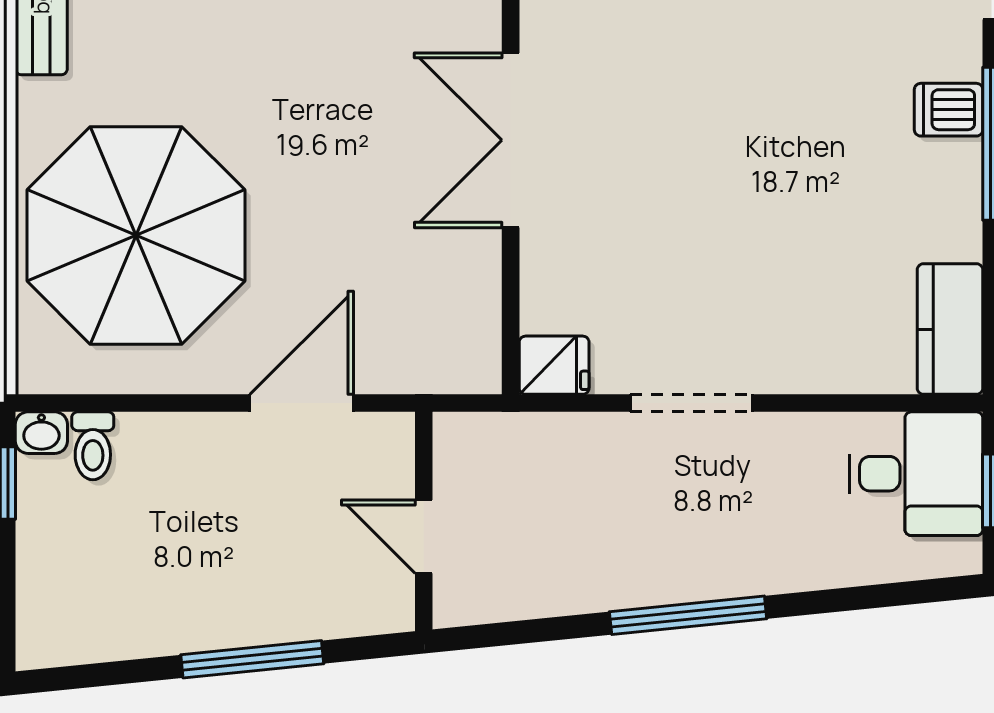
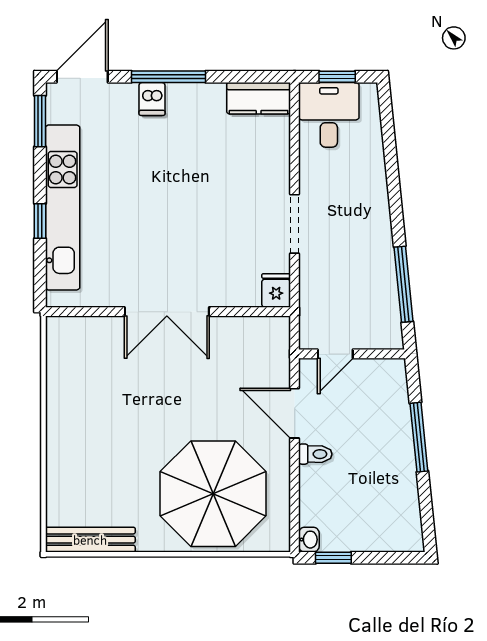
toilet: (93, 446) -> (315, 454), moved
door: (424, 537) -> (335, 354), moved
window: (688, 615) -> (404, 284), moved

